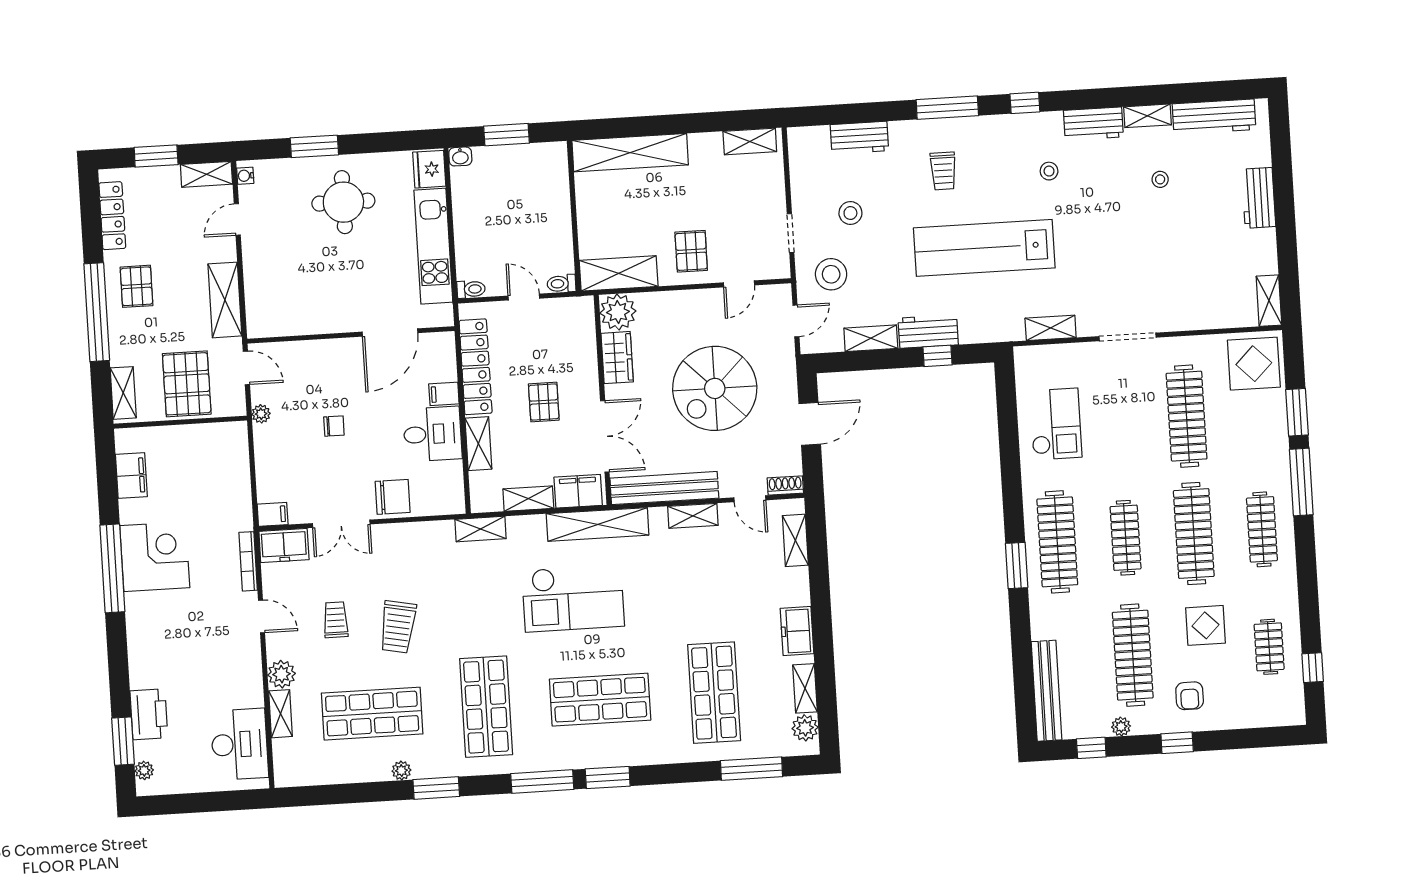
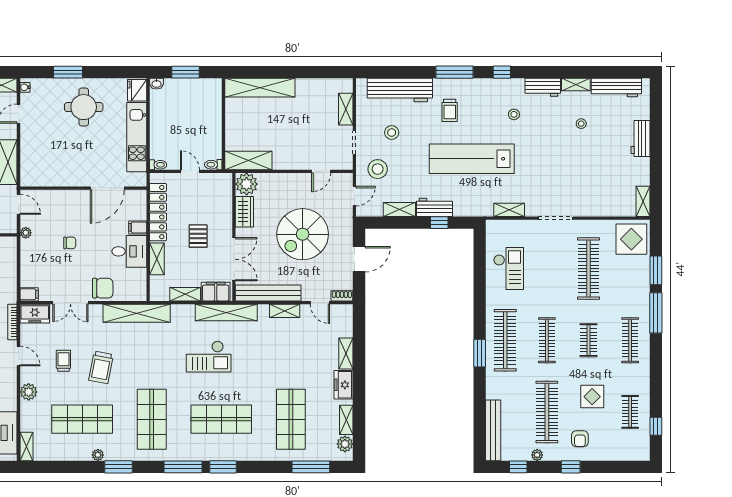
workbench: (859, 138) -> (400, 90), width x1.88, depth x1.32
shelving: (750, 141) -> (346, 109), moved, turned 90
pallet: (691, 251) -> (293, 150), removed
shelving: (480, 529) -> (137, 313), width x2.20, depth x1.33
clothes rail: (1194, 534) -> (589, 340), width x0.54, depth x0.76
shelving: (795, 540) -> (346, 354), moved
checkout: (573, 598) -> (209, 357), width x0.73, depth x0.83
shelving: (281, 714) -> (26, 446), moved

